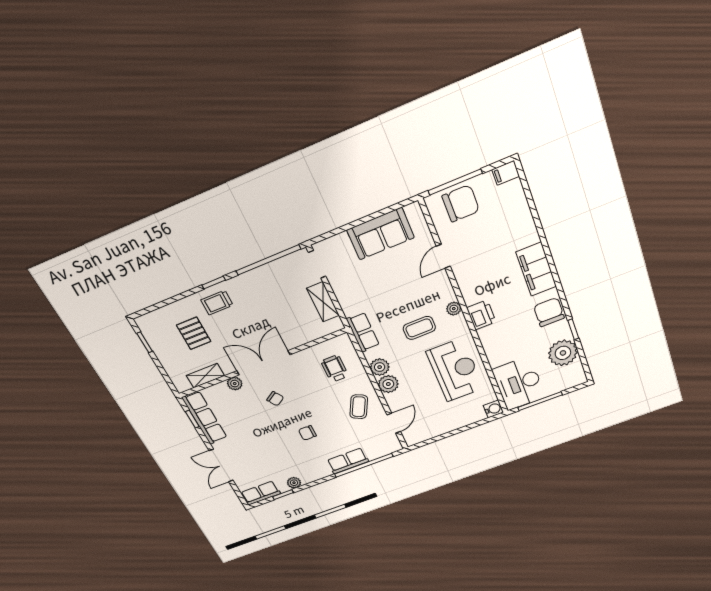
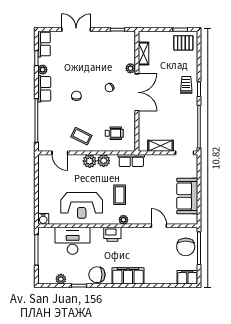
filing cabinet: (506, 173) -> (187, 277), width x2.00
chair: (549, 312) -> (97, 275), turned 180
pallet: (194, 333) -> (183, 43), moved
plant: (563, 353) -> (61, 279), width x0.53, depth x0.53
desk: (519, 384) -> (73, 241), moved
row of seats: (205, 418) -> (115, 38), removed
row of seats: (348, 461) -> (44, 89), moved

